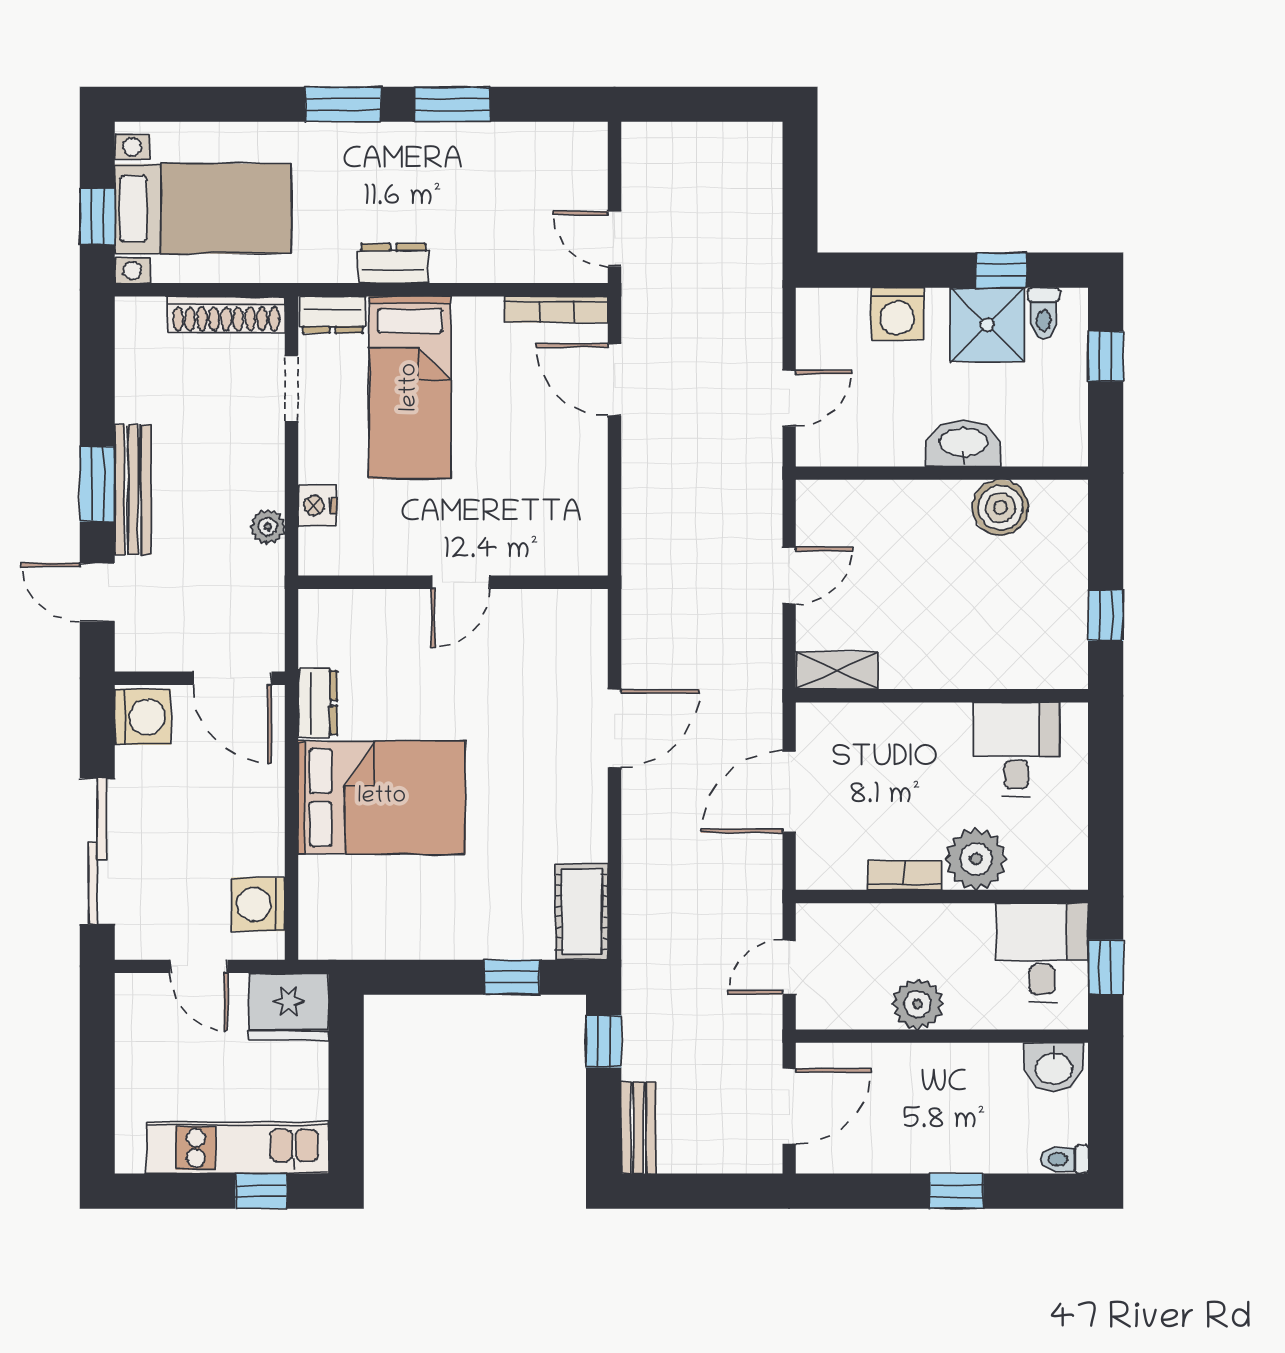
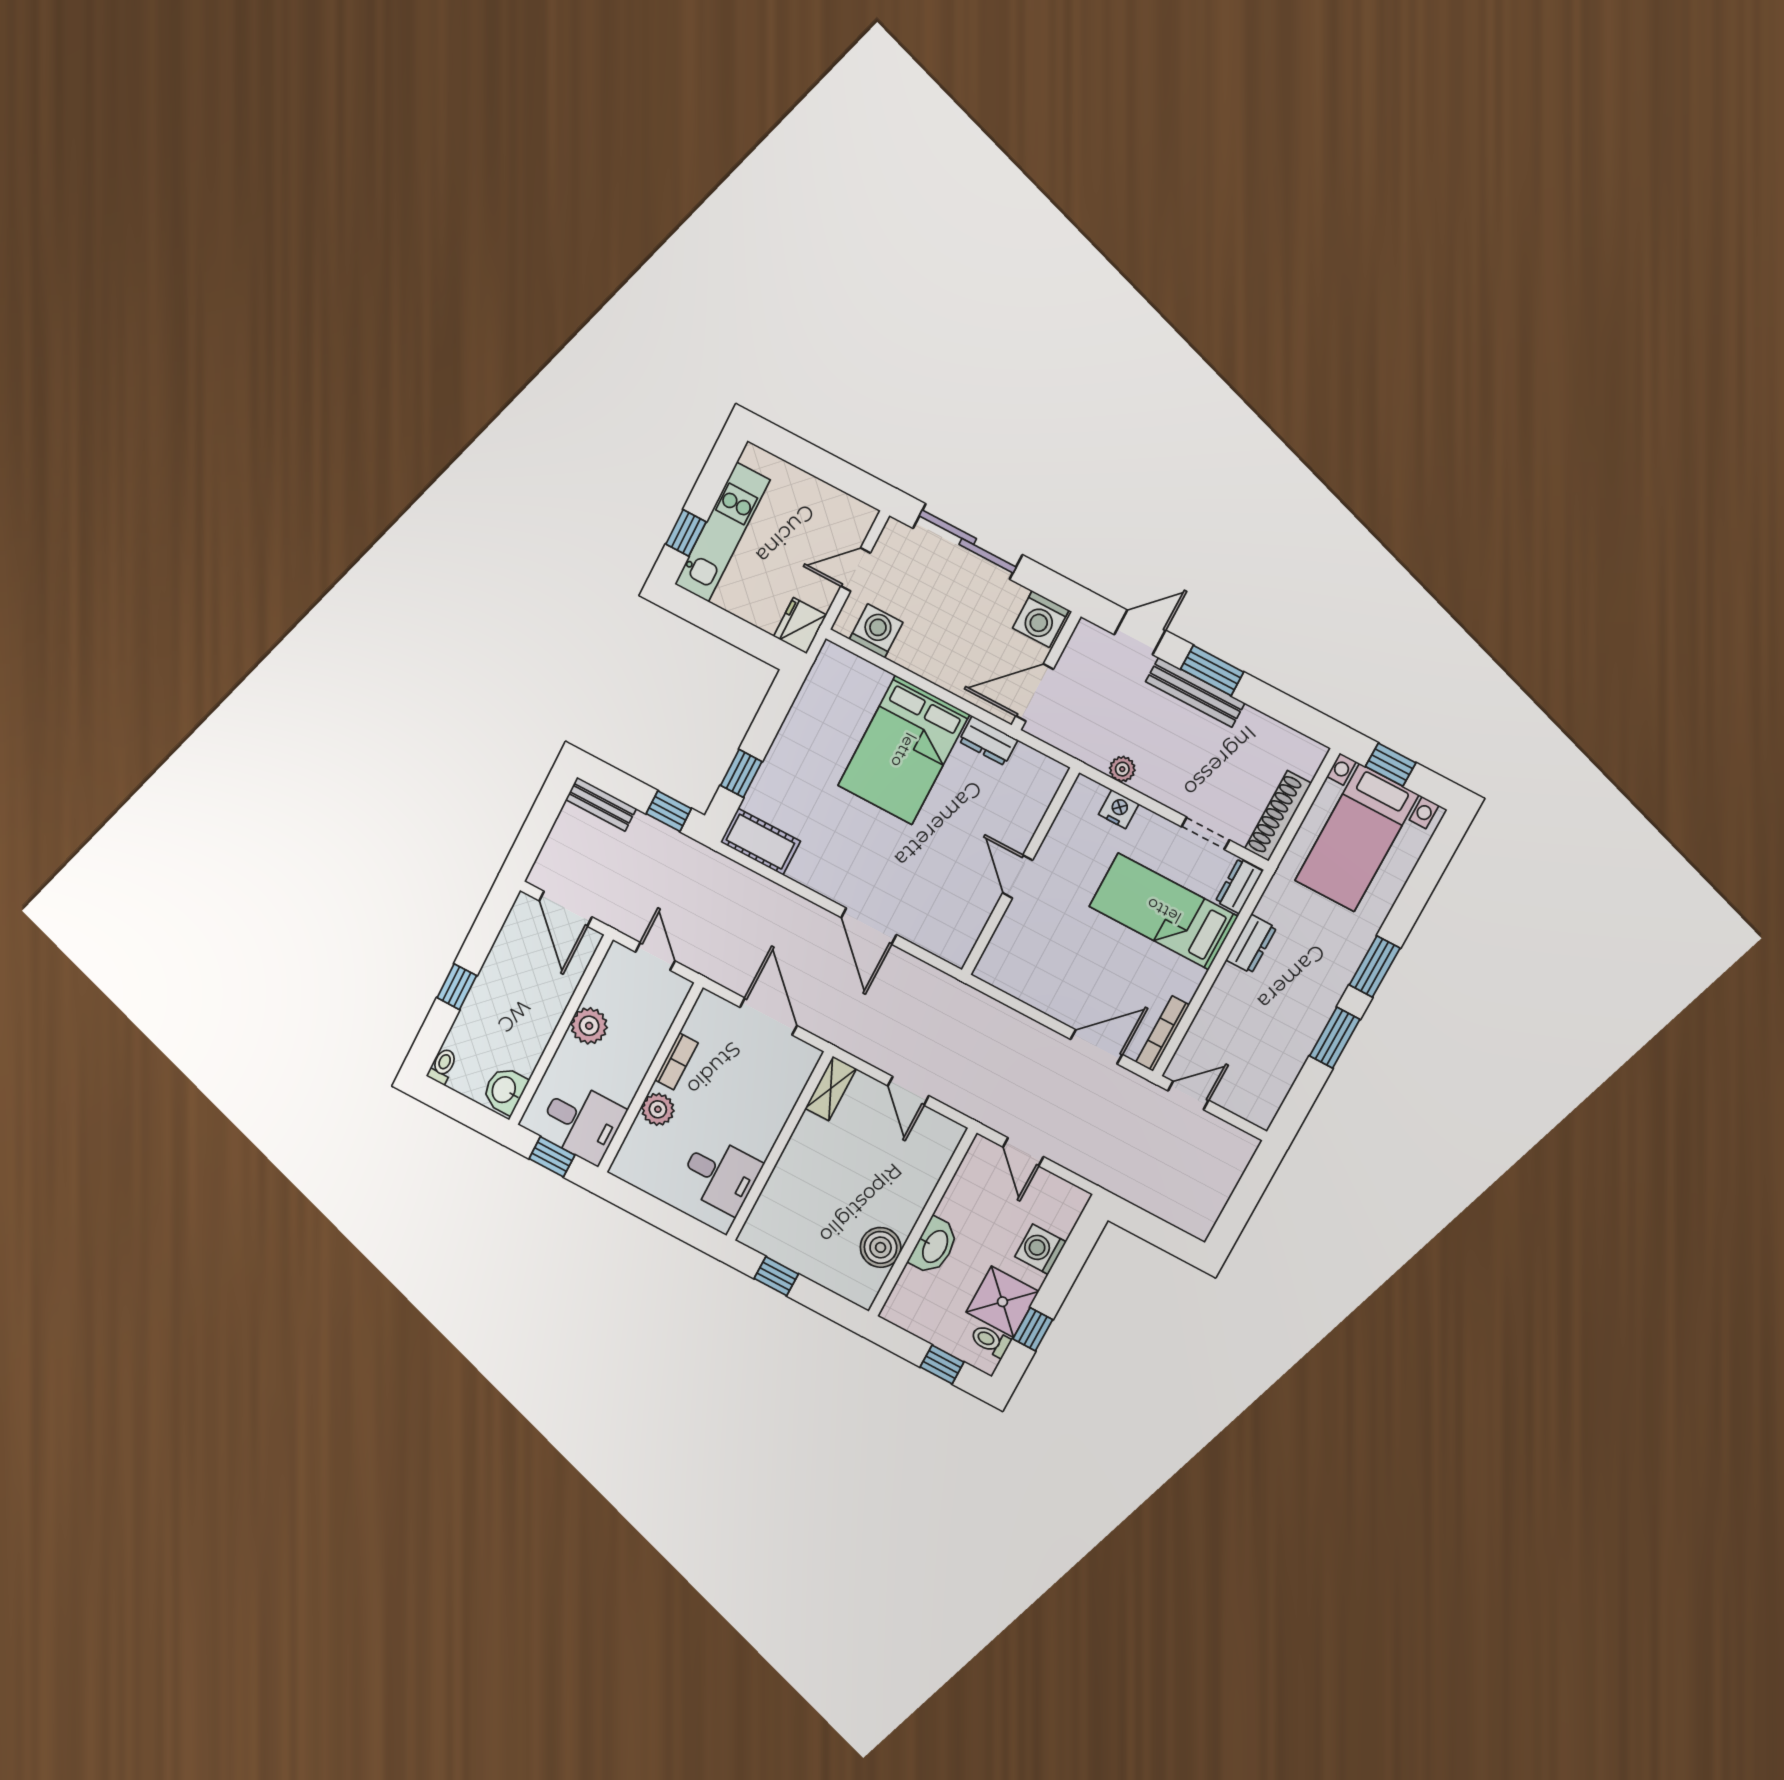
plant: (976, 859) -> (658, 1109), width x0.73, depth x0.73
fridge: (289, 1007) -> (800, 626), width x0.73, depth x0.75

